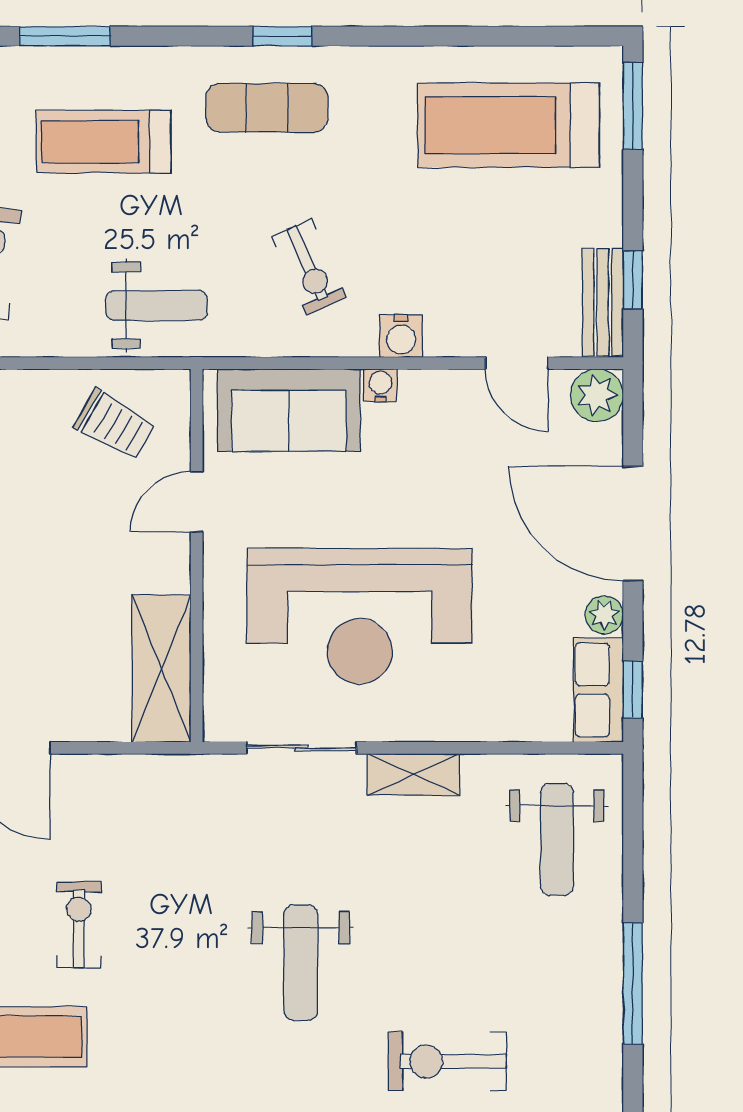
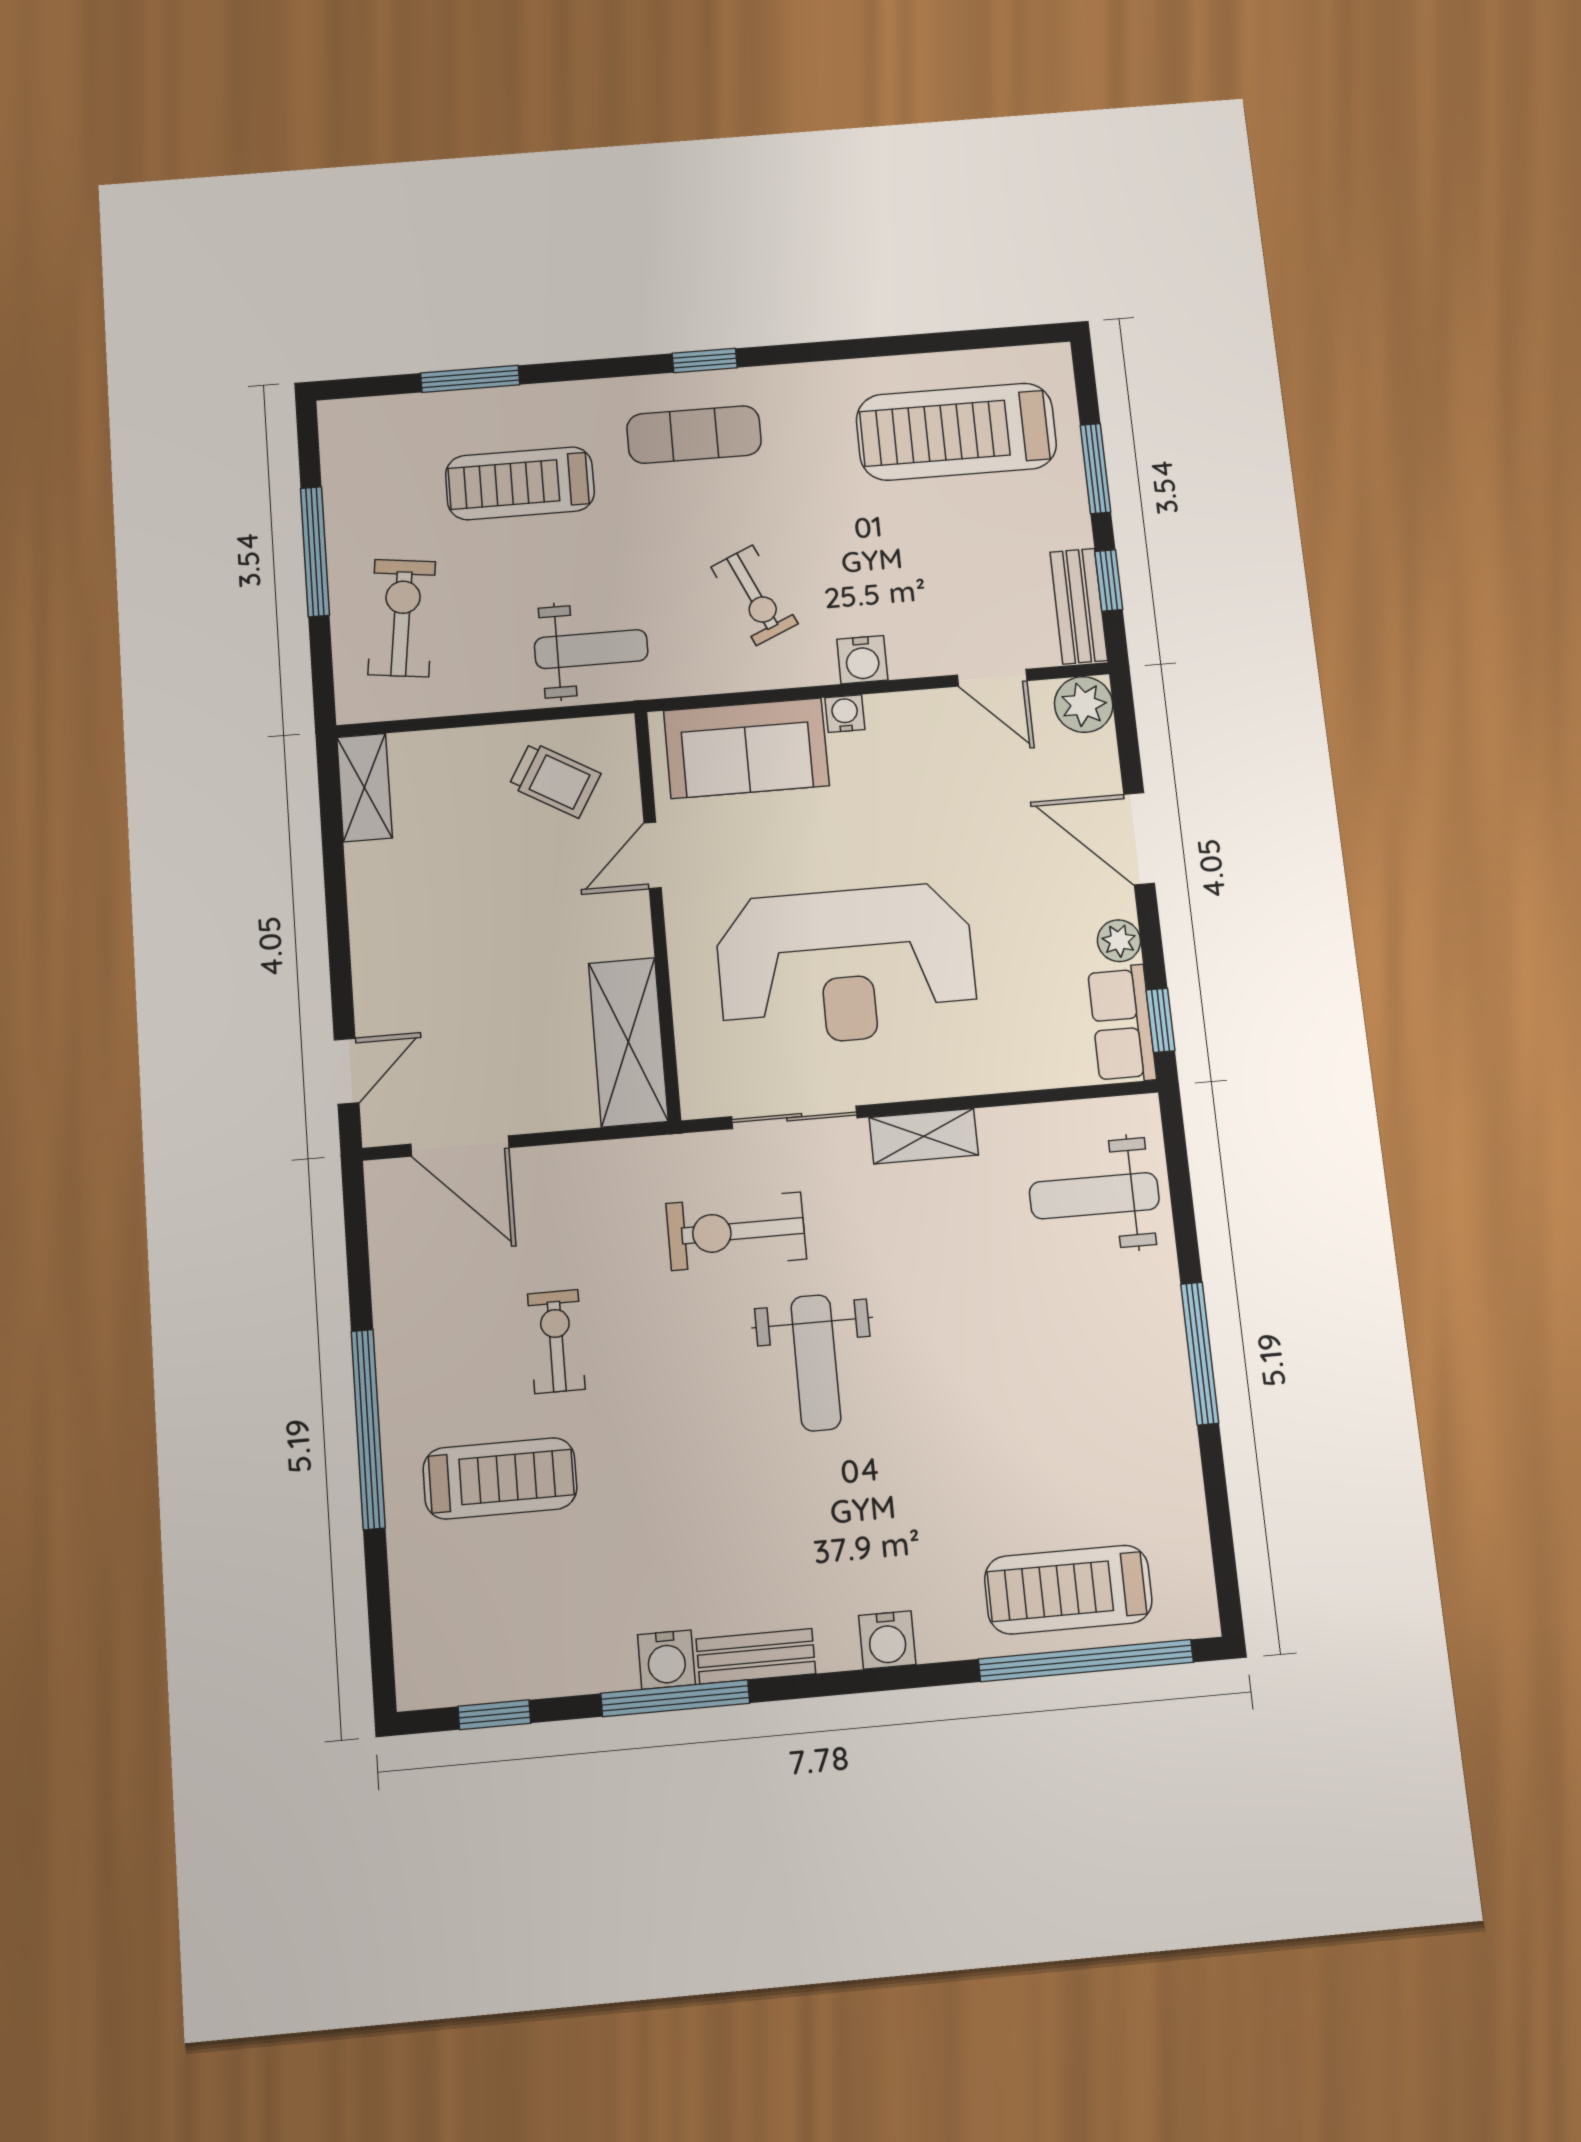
window: (633, 106) -> (1095, 469), moved
door: (633, 524) -> (1139, 839), width x0.73
weight bench: (557, 839) -> (1094, 1196), turned 90
exercise bike: (447, 1061) -> (736, 1231), moved

